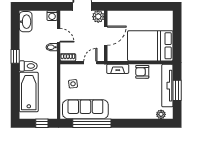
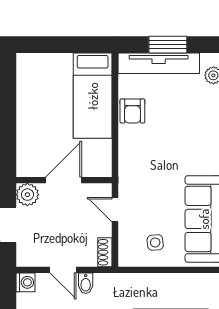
door: (59, 35) -> (63, 270), swing flipped
door: (106, 36) -> (64, 180), hinge flipped
bed: (150, 46) -> (93, 96), width x0.67
fireplace: (118, 69) -> (127, 158), removed

